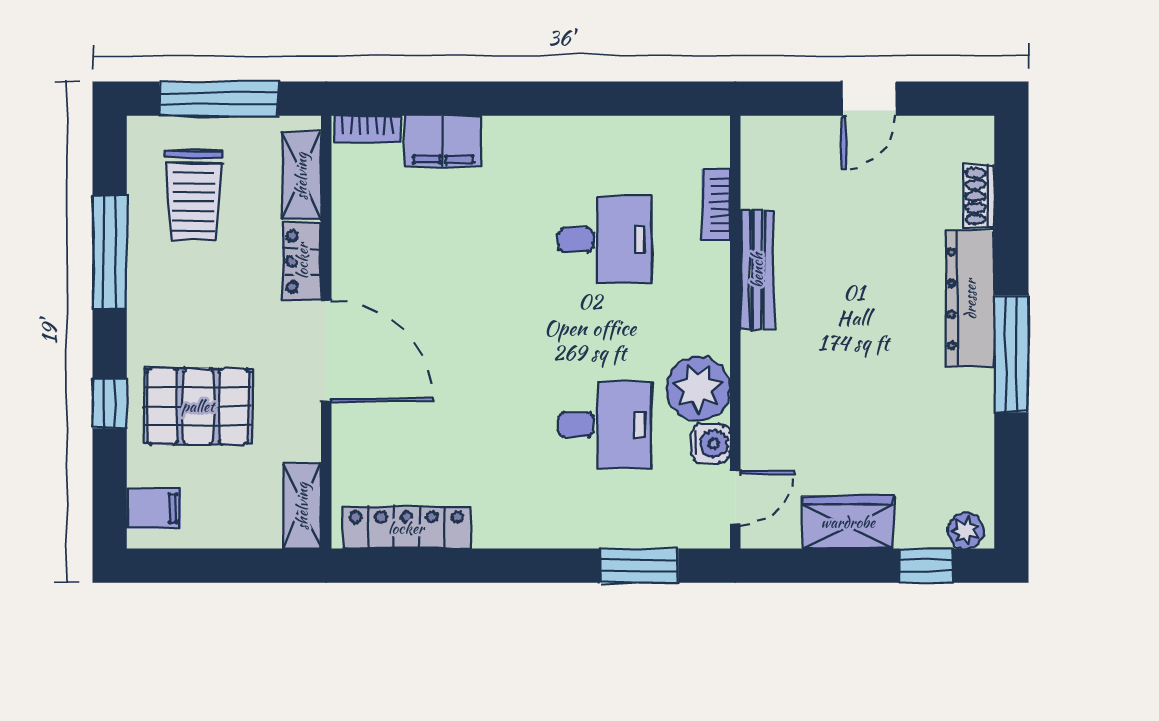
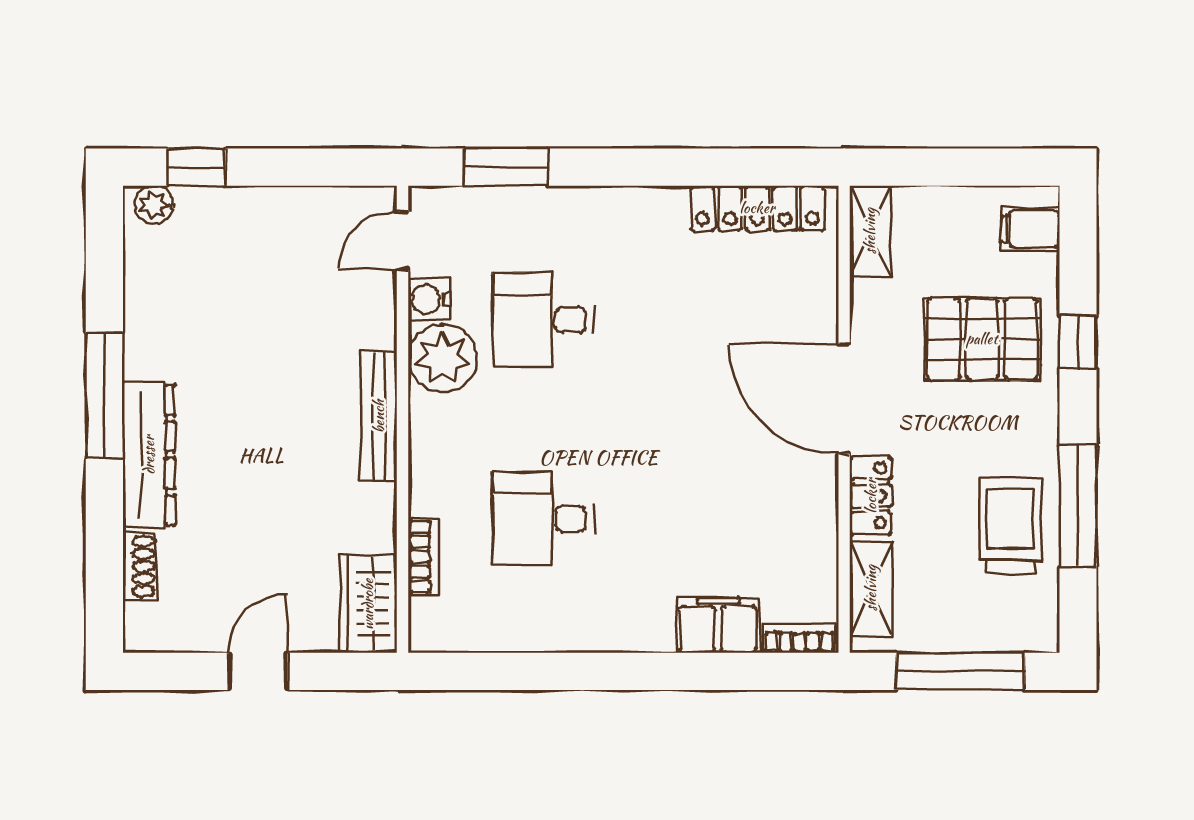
trolley: (193, 195) -> (1011, 525), moved
bench: (757, 270) -> (379, 416), moved
wardrobe: (848, 522) -> (368, 604), moved, turned 90

